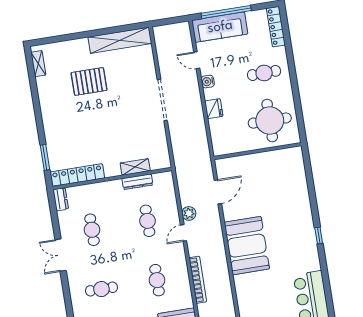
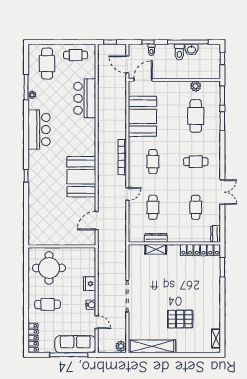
plant: (189, 213) -> (121, 346), moved

